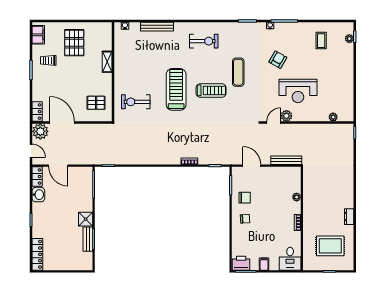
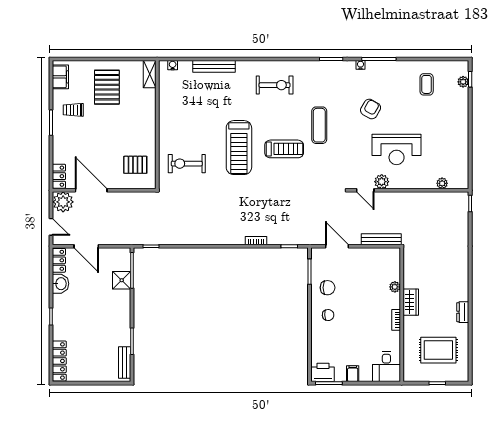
shelving: (107, 62) -> (150, 74), moved
treadmill: (176, 89) -> (239, 148), turned 180
door: (274, 122) -> (365, 190), swing flipped
wardrobe: (309, 209) -> (411, 302), added
shower: (86, 219) -> (122, 280), moved
bench: (88, 239) -> (125, 362), moved

